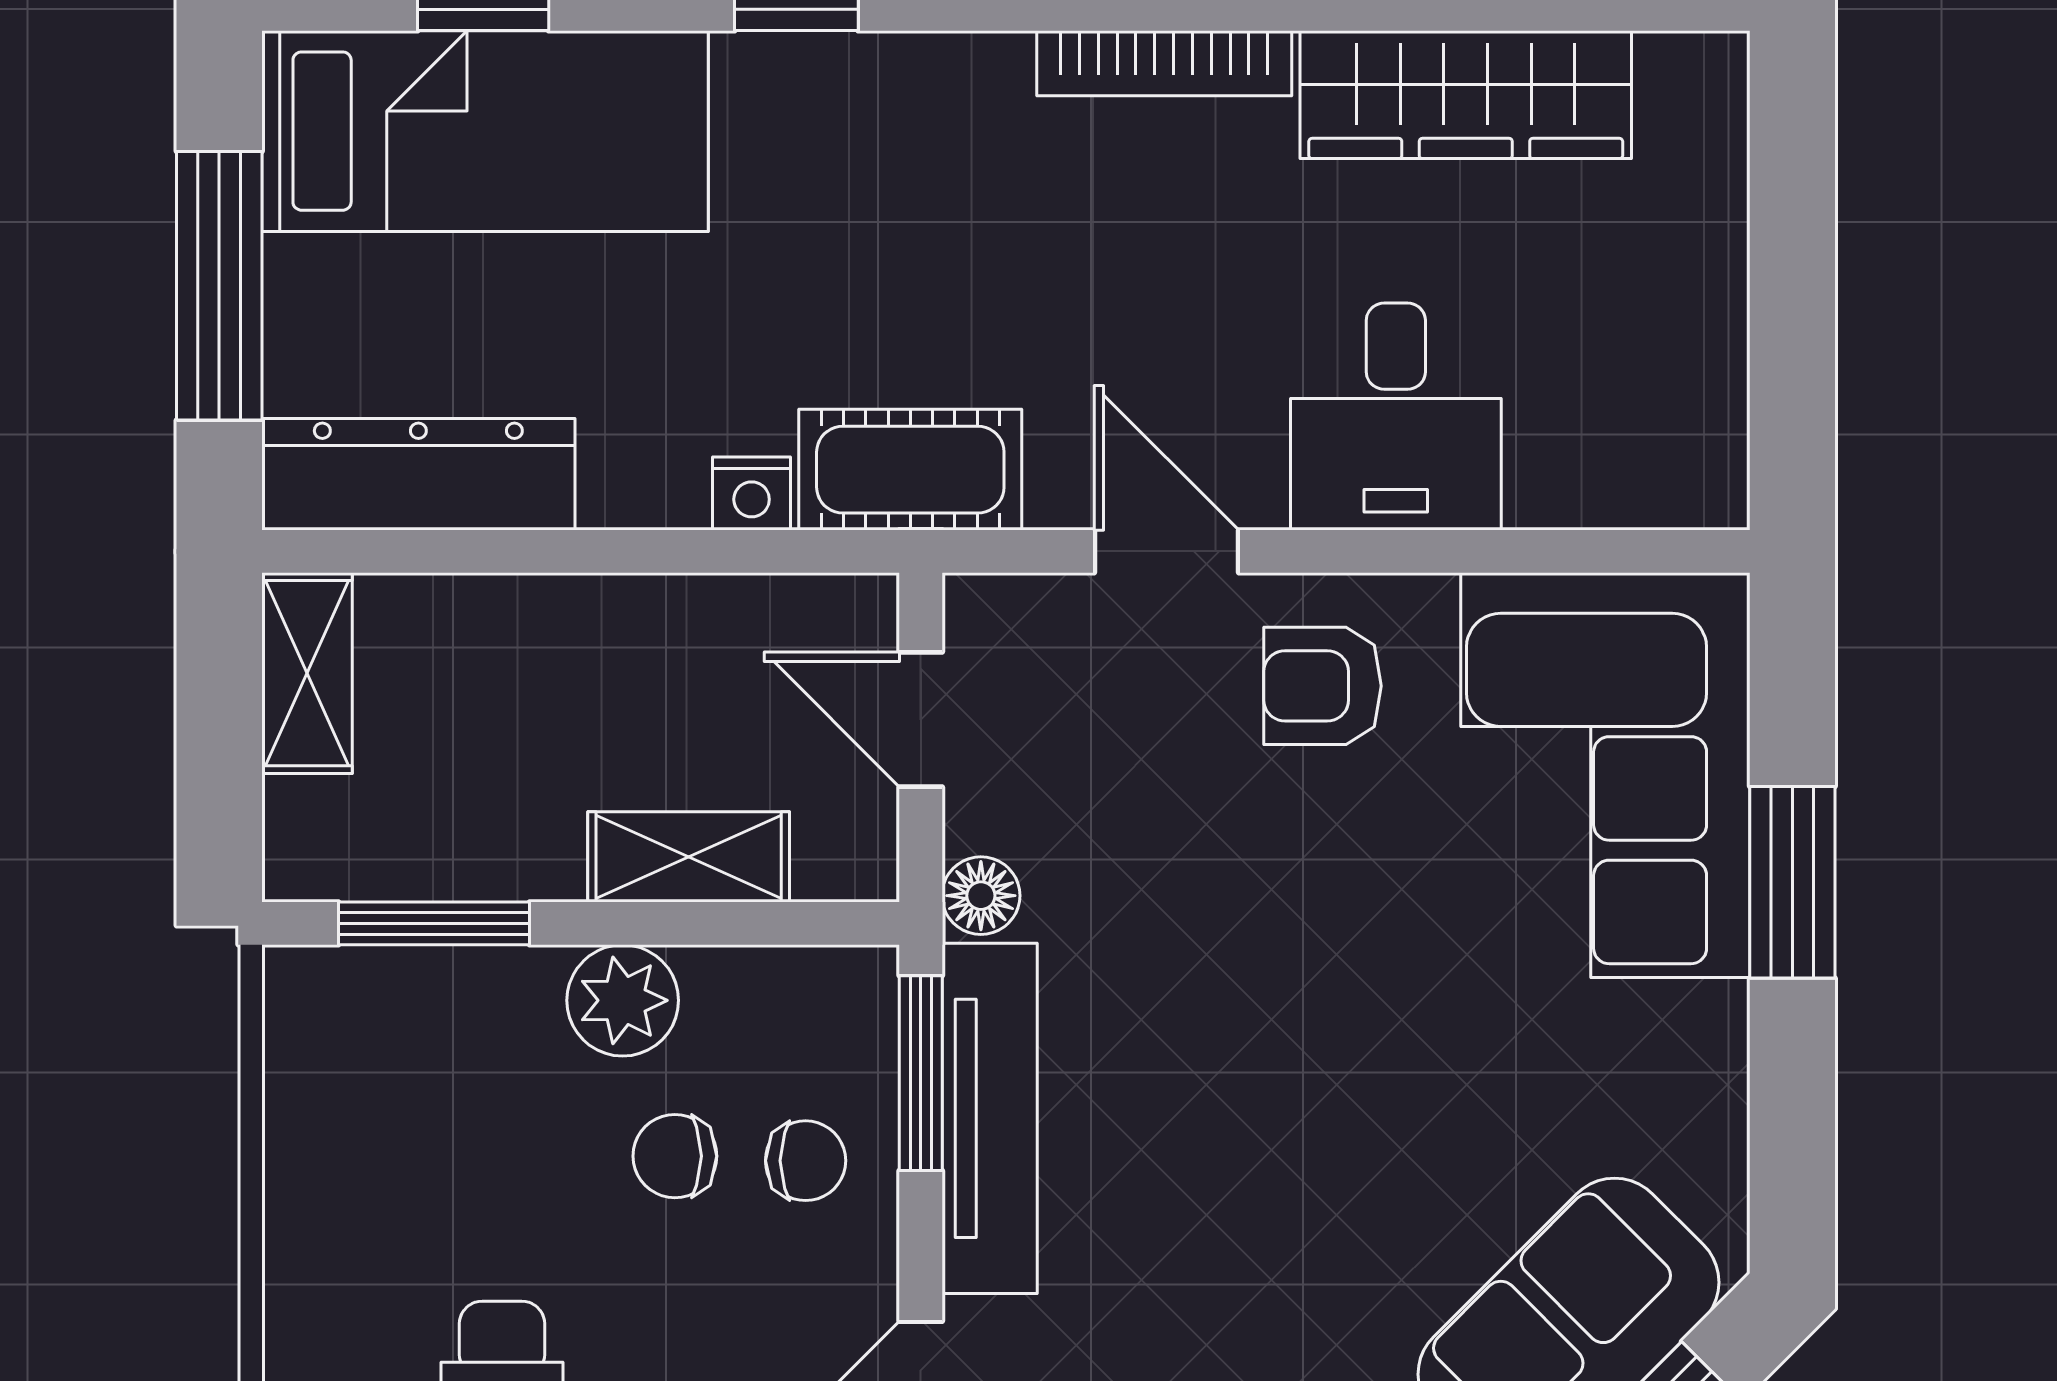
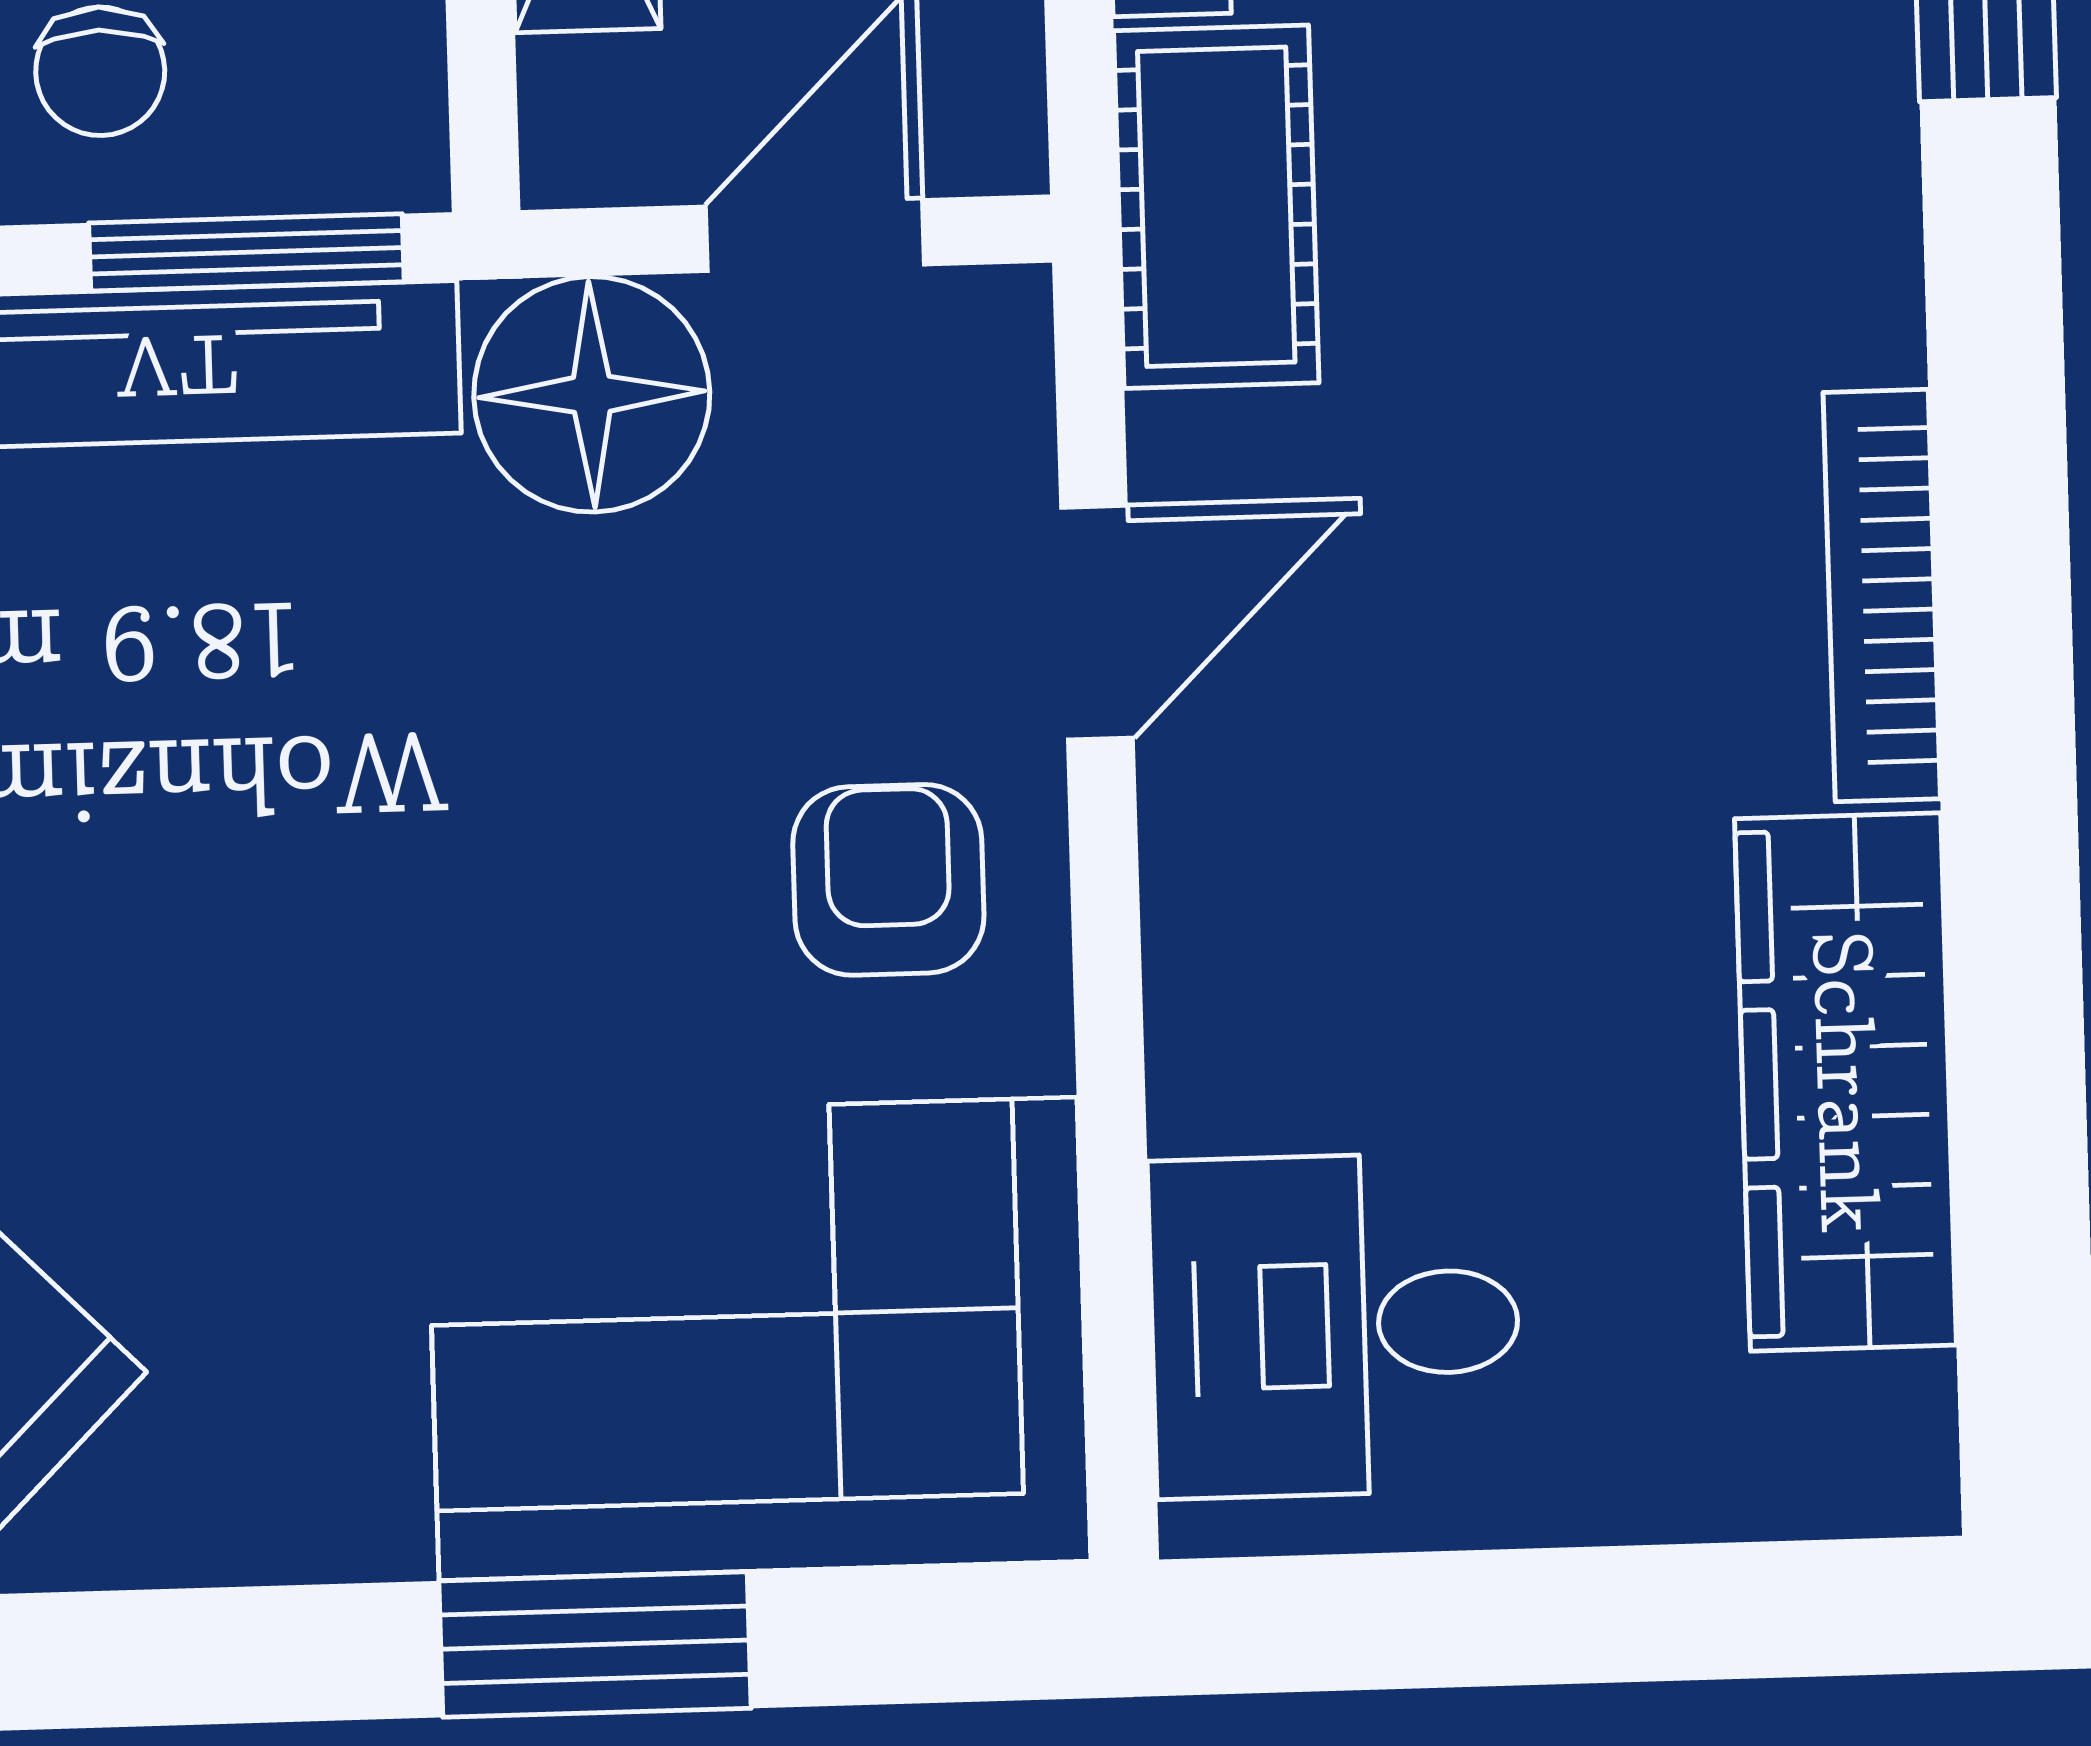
desk: (1396, 417) -> (1335, 1325), moved
floor lamp: (981, 896) -> (592, 394), width x1.89, depth x1.89

